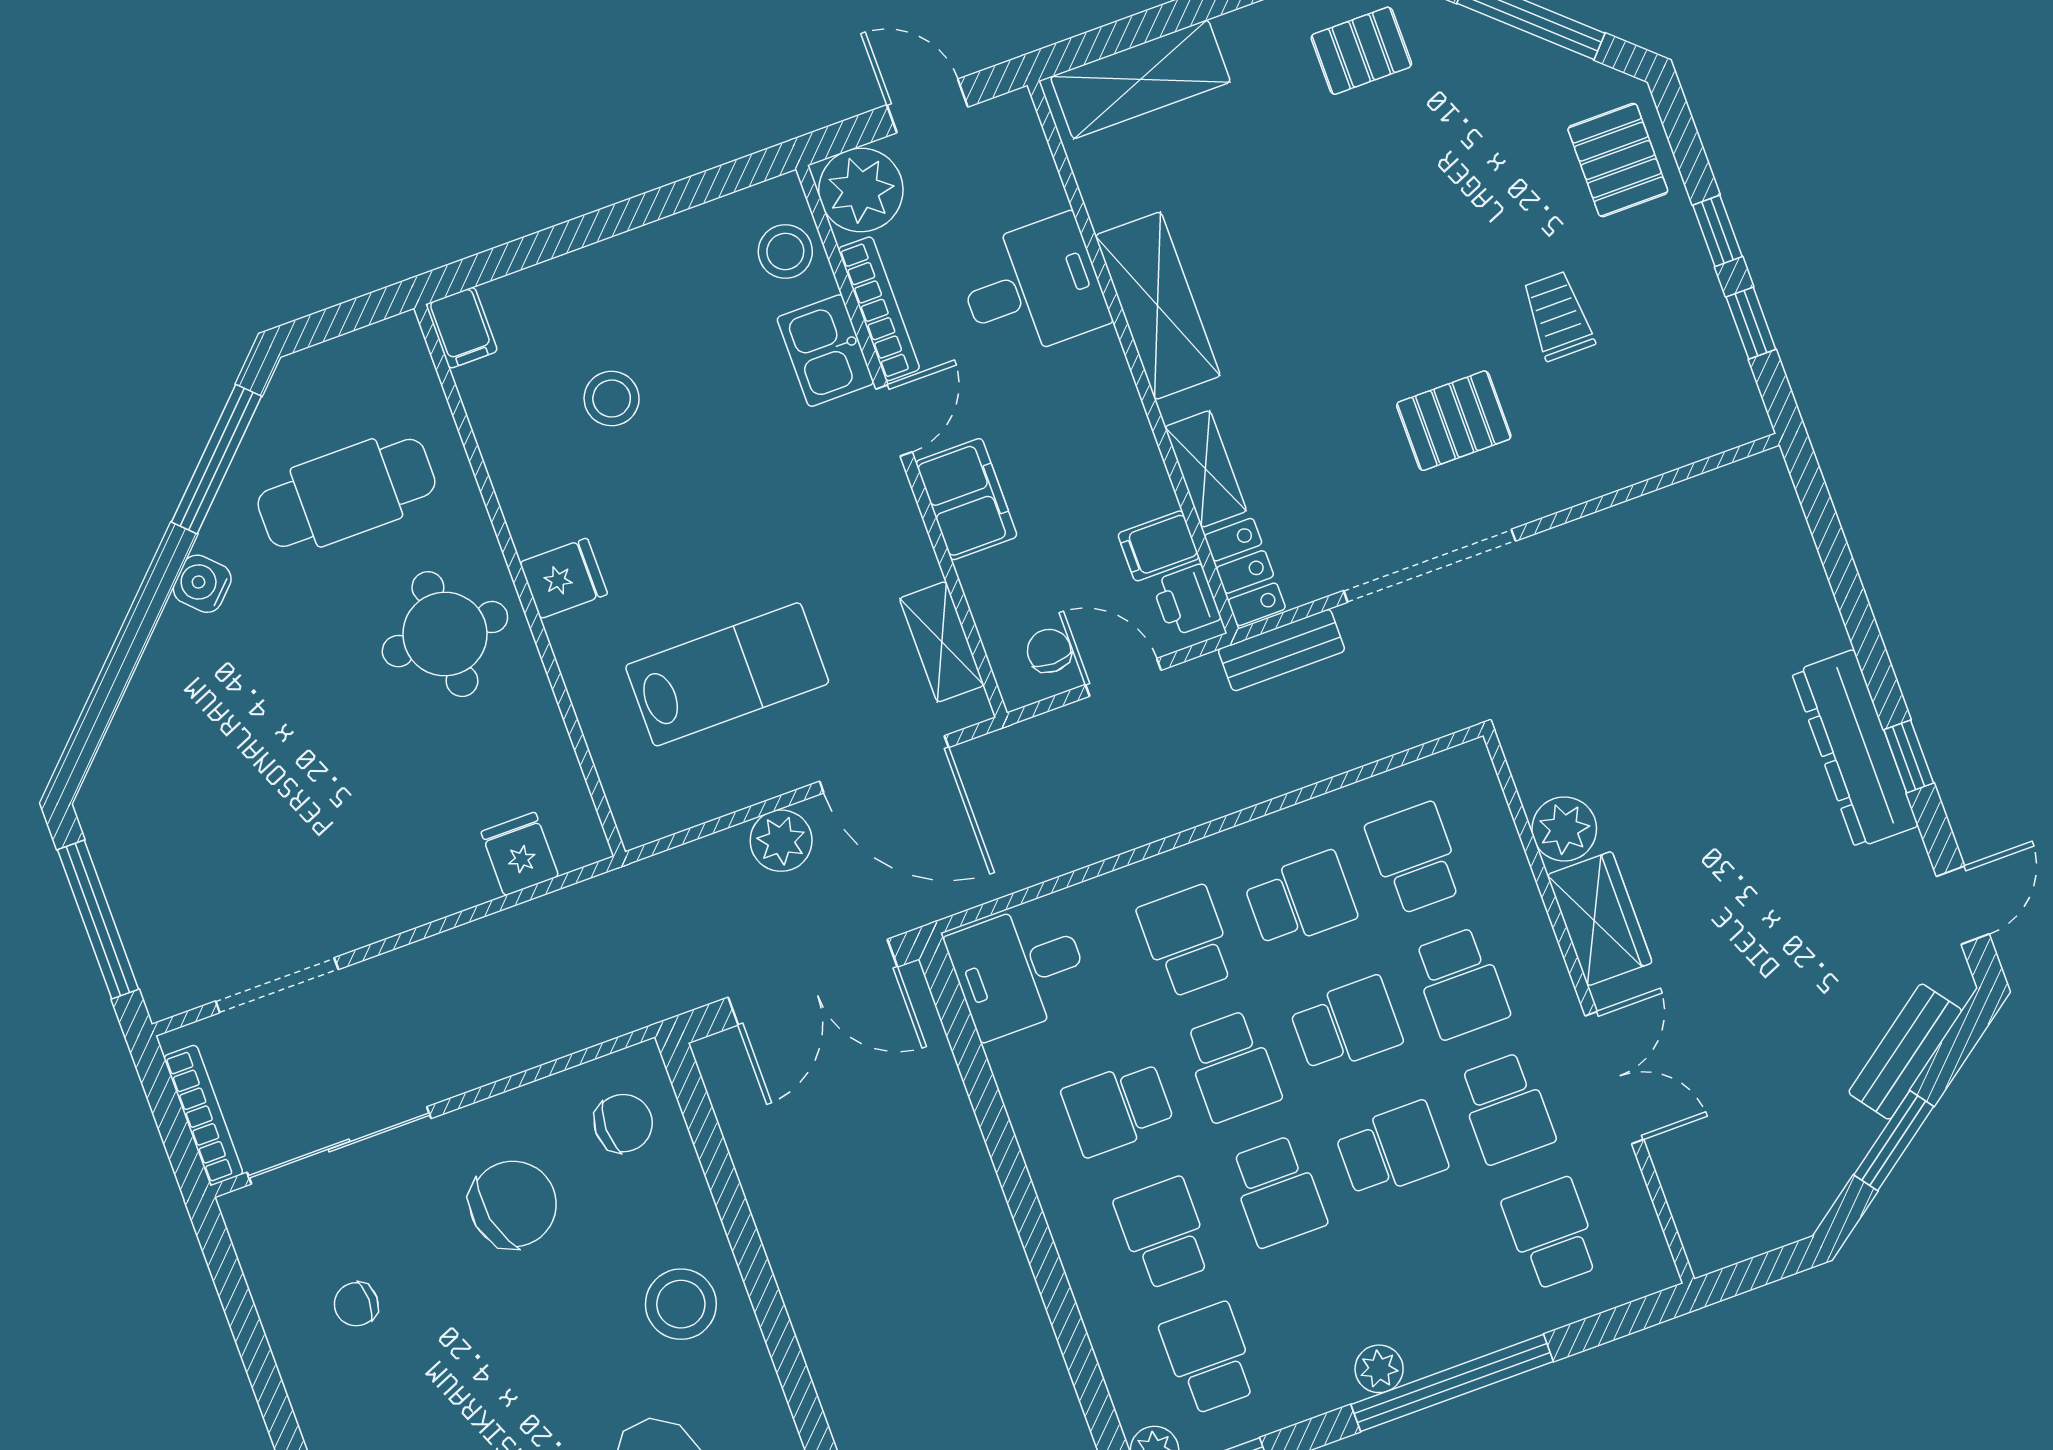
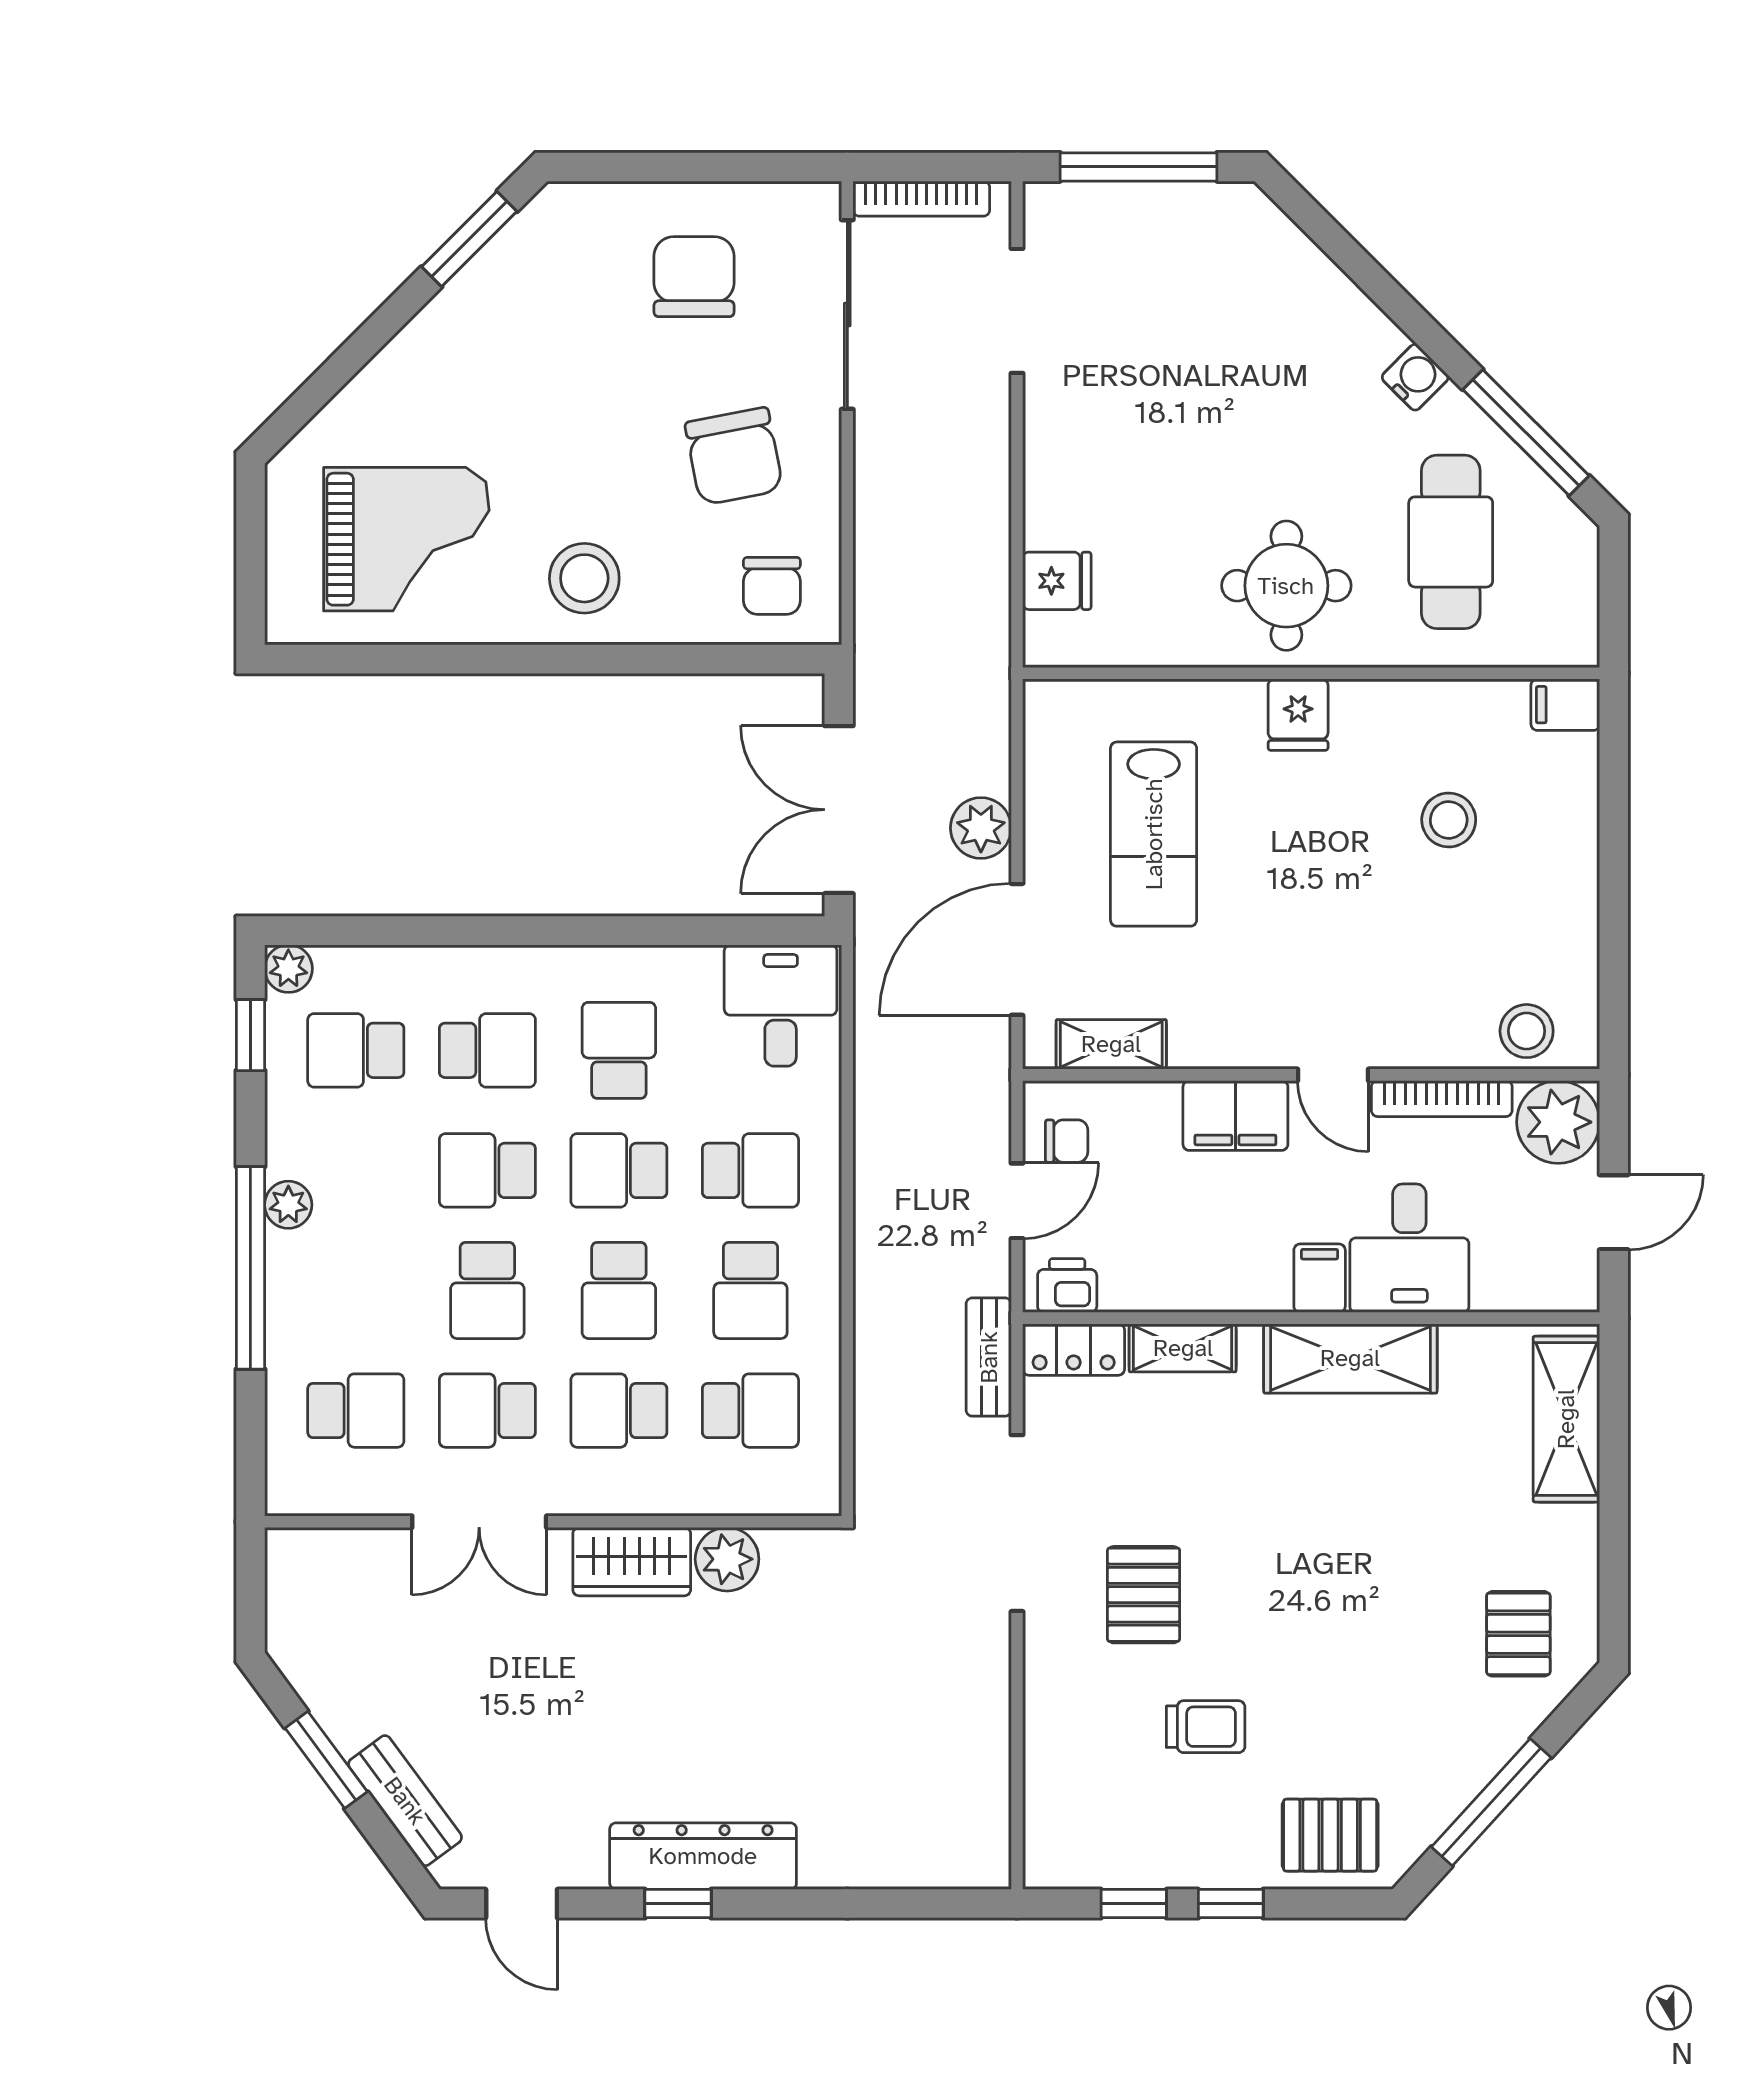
kitchen sink: (825, 351) -> (1421, 1035), removed
filing cabinet: (1159, 546) -> (1320, 1278), moved
chair: (356, 1304) -> (694, 277), width x1.87, depth x1.87
school desk: (1209, 1358) -> (356, 1050), turned 180

